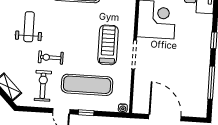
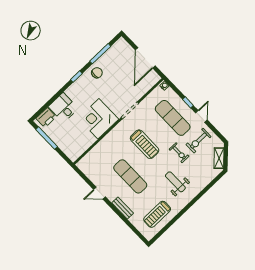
weight bench: (29, 27) -> (175, 182), turned 90
treadmill: (108, 45) -> (145, 144), moved, turned -90
chair: (198, 62) -> (97, 73), added

